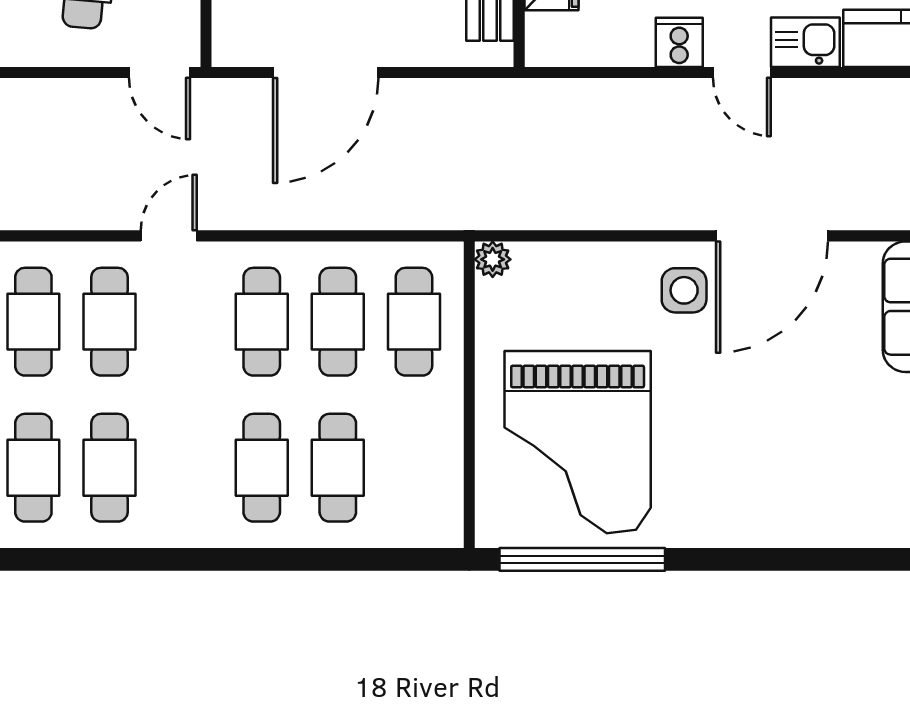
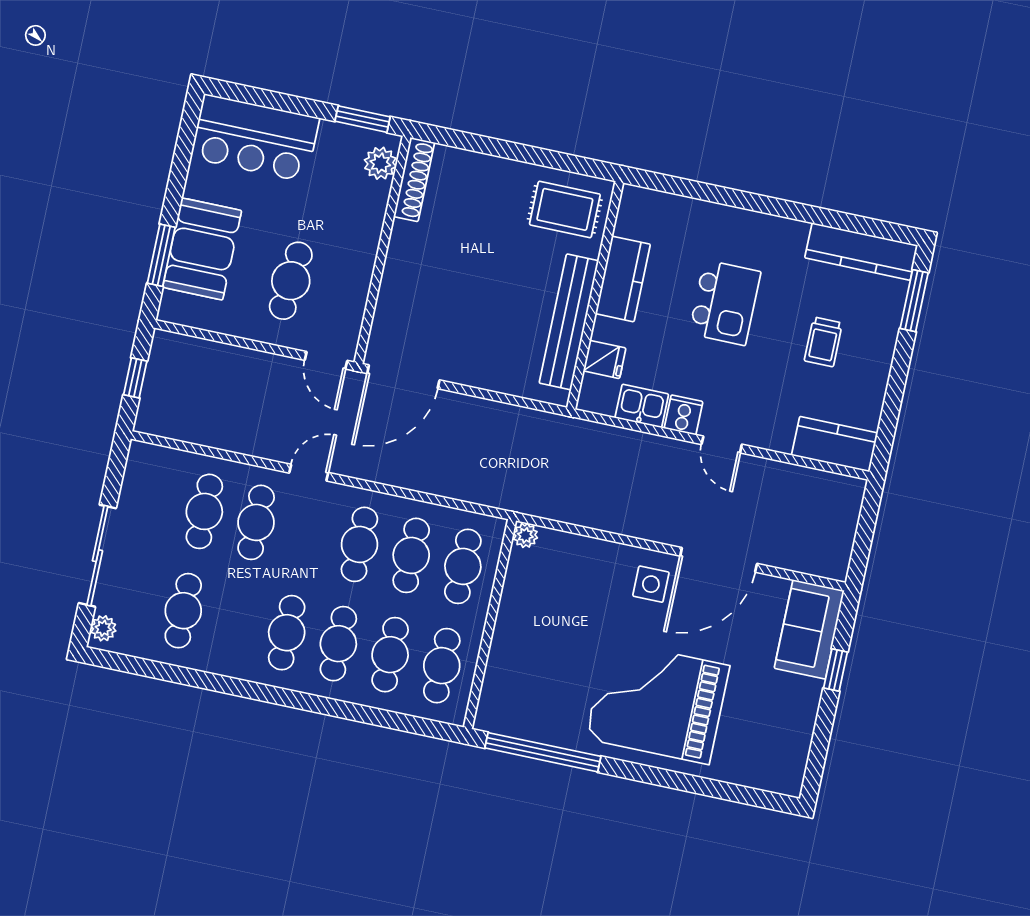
kitchen sink: (805, 42) -> (642, 406), moved
door: (326, 73) -> (403, 377), moved
grand piano: (578, 442) -> (658, 702), moved, turned 90
cafe table: (109, 468) -> (287, 633), moved
cafe table: (414, 468) -> (442, 666), added

